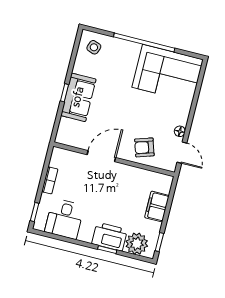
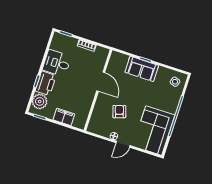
armchair: (144, 147) -> (119, 112), moved
door: (182, 153) -> (123, 144), moved
desk: (64, 219) -> (57, 63), moved

